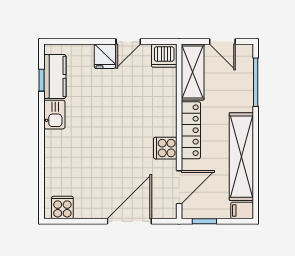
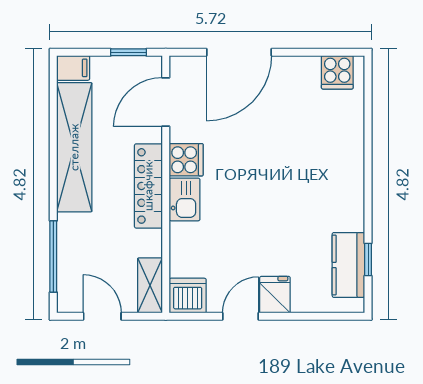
shelving: (193, 72) -> (150, 285), width x0.67, depth x0.75
kitchen sink: (54, 115) -> (185, 199), moved, turned 180

